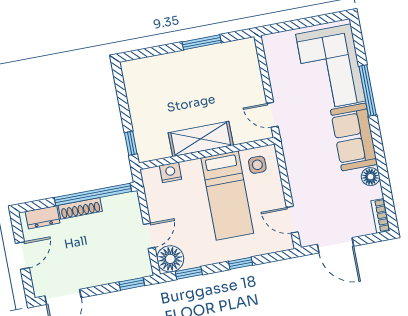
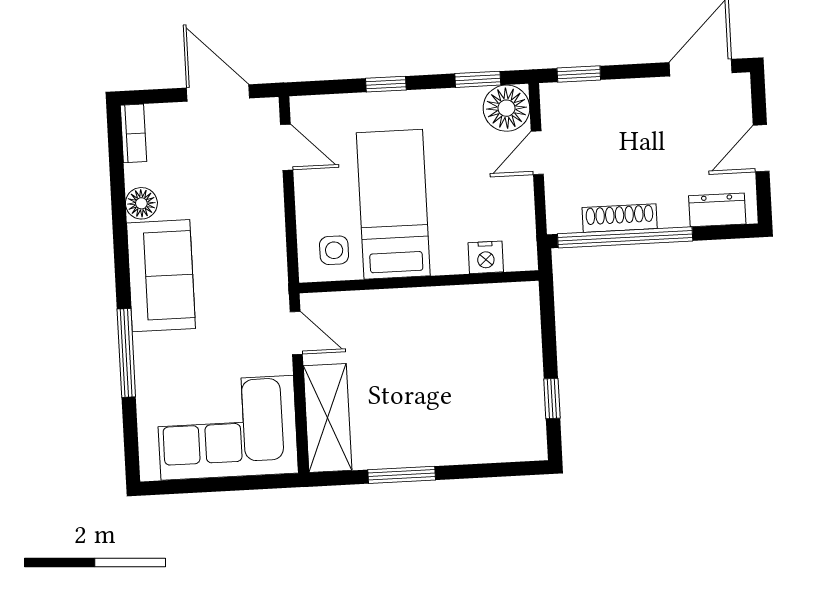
corner sofa: (331, 68) -> (227, 428), moved, turned -90
shelving: (201, 139) -> (328, 418), moved, turned 90
window: (131, 143) -> (552, 399), moved
shoe rack: (80, 208) -> (620, 218), moved

